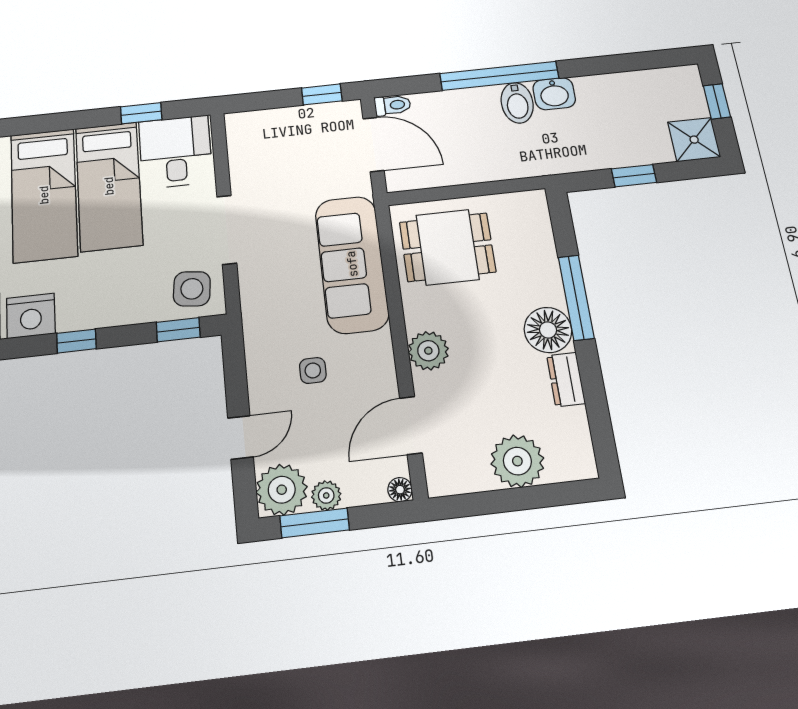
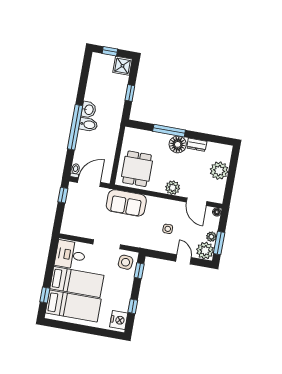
window: (141, 113) -> (45, 295), moved
sofa: (352, 264) -> (126, 203), width x0.73

